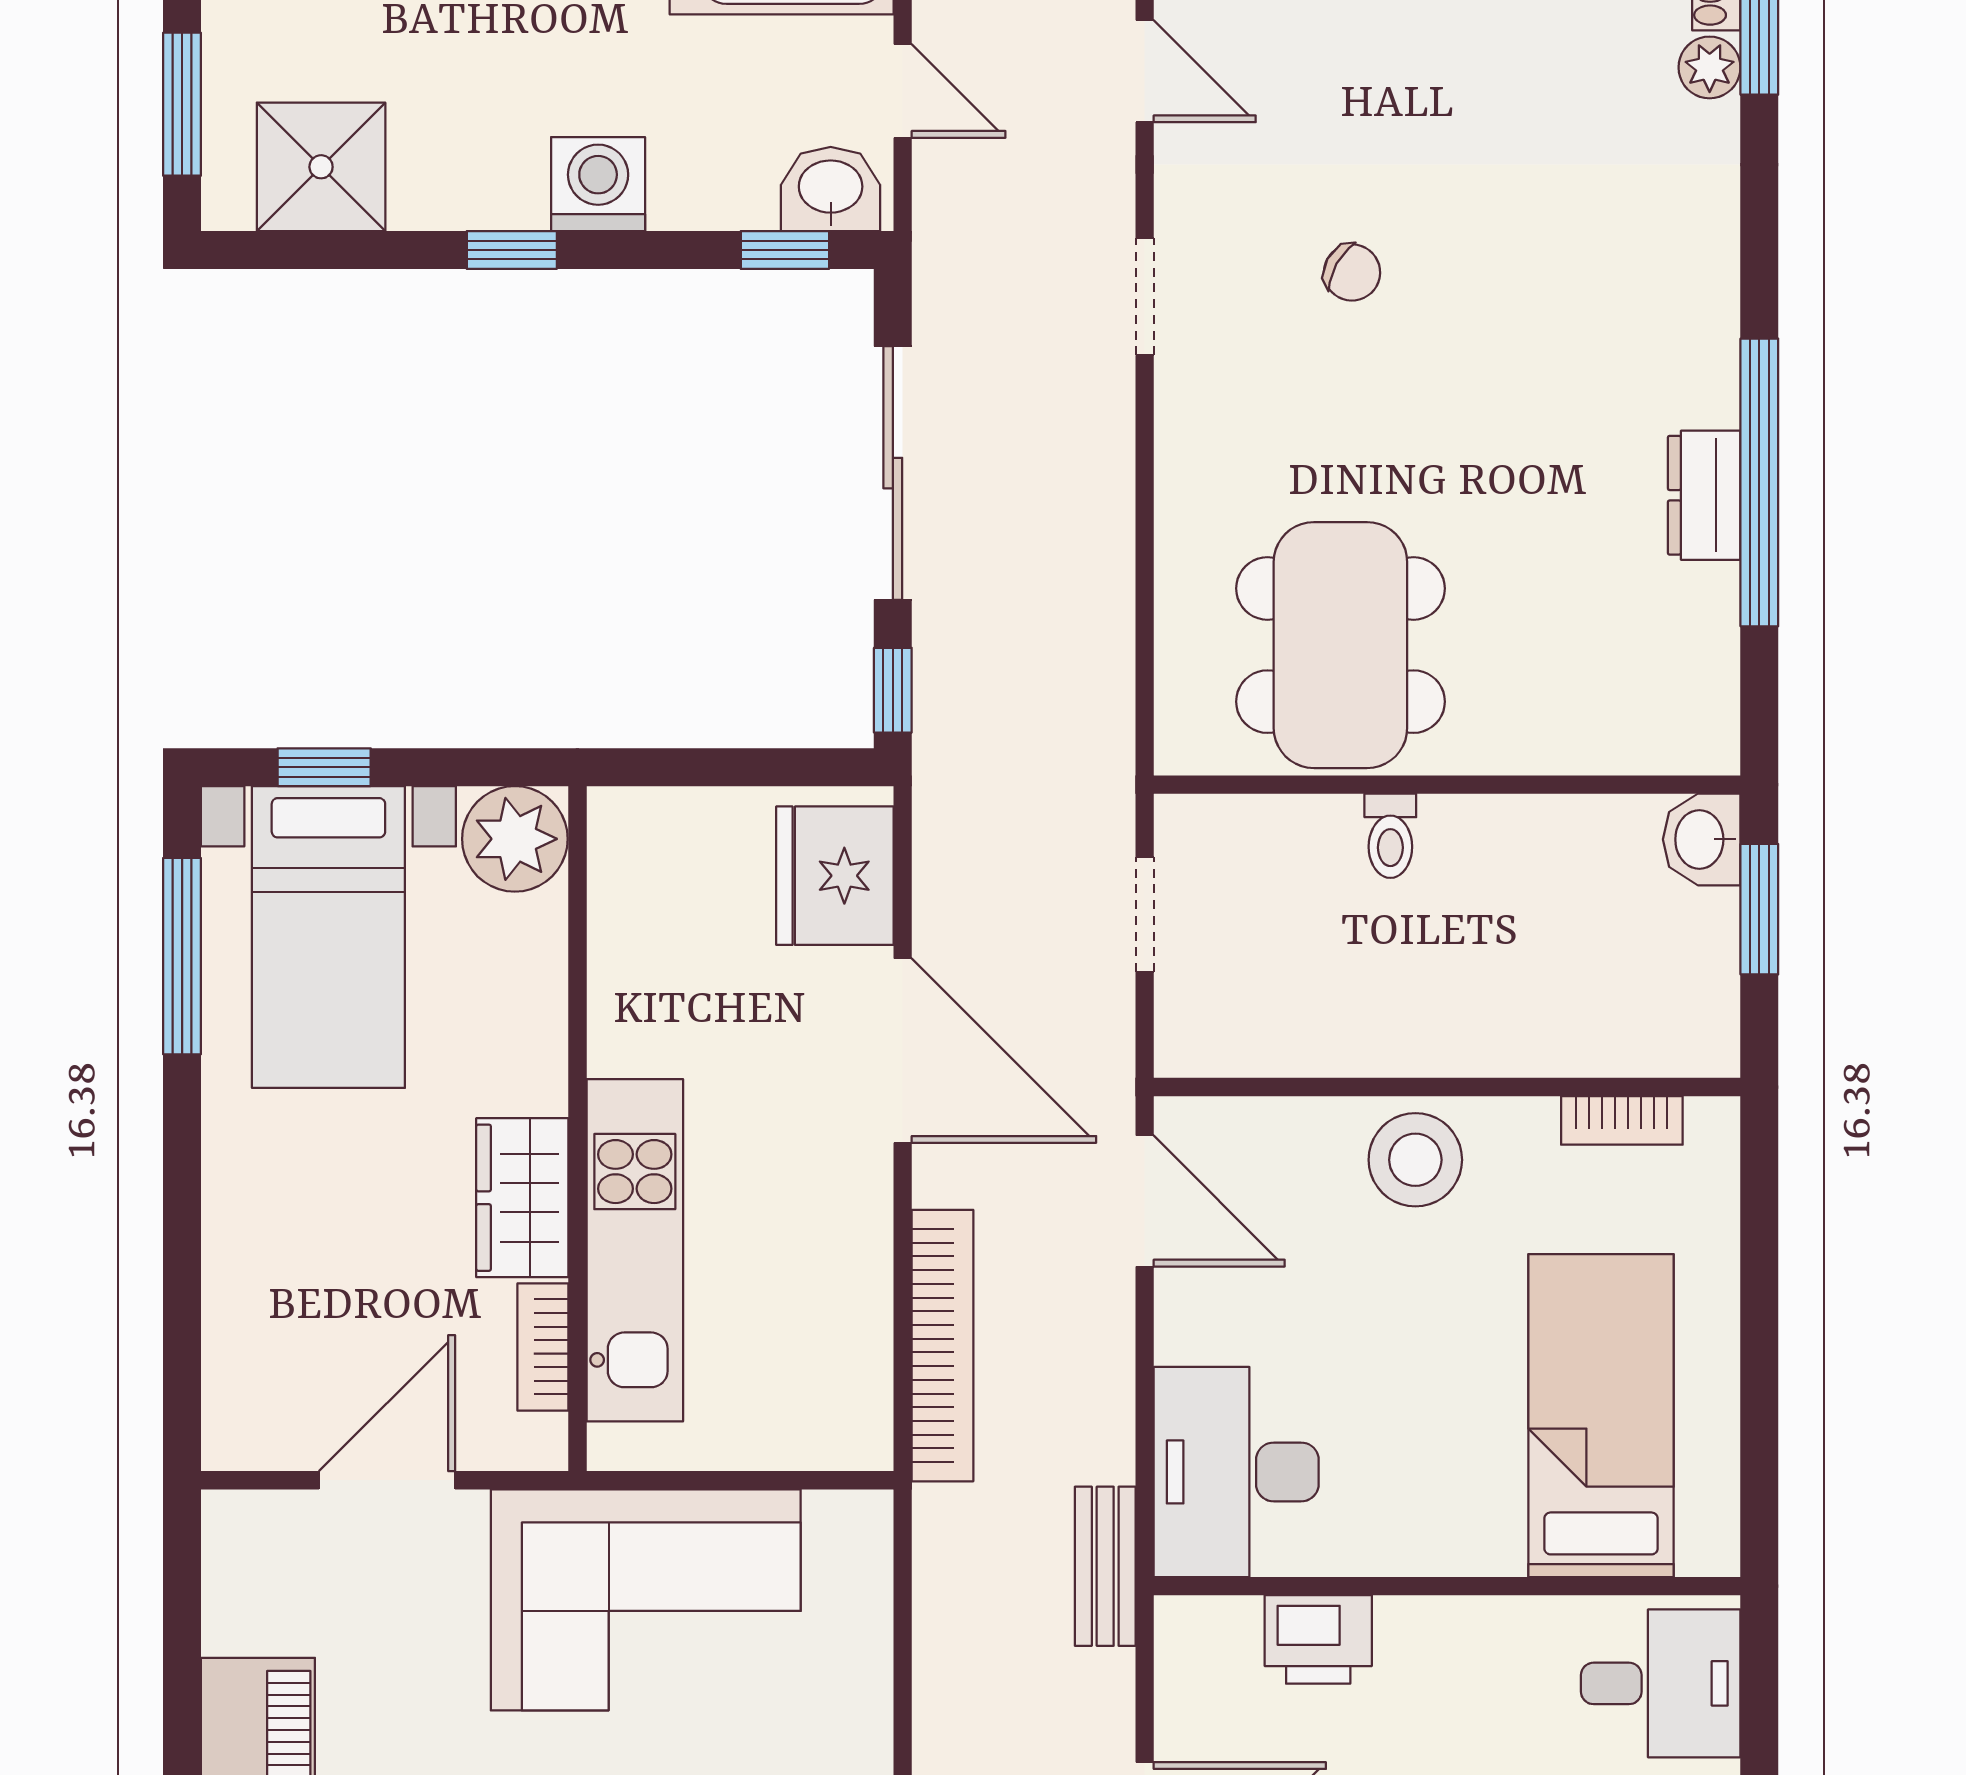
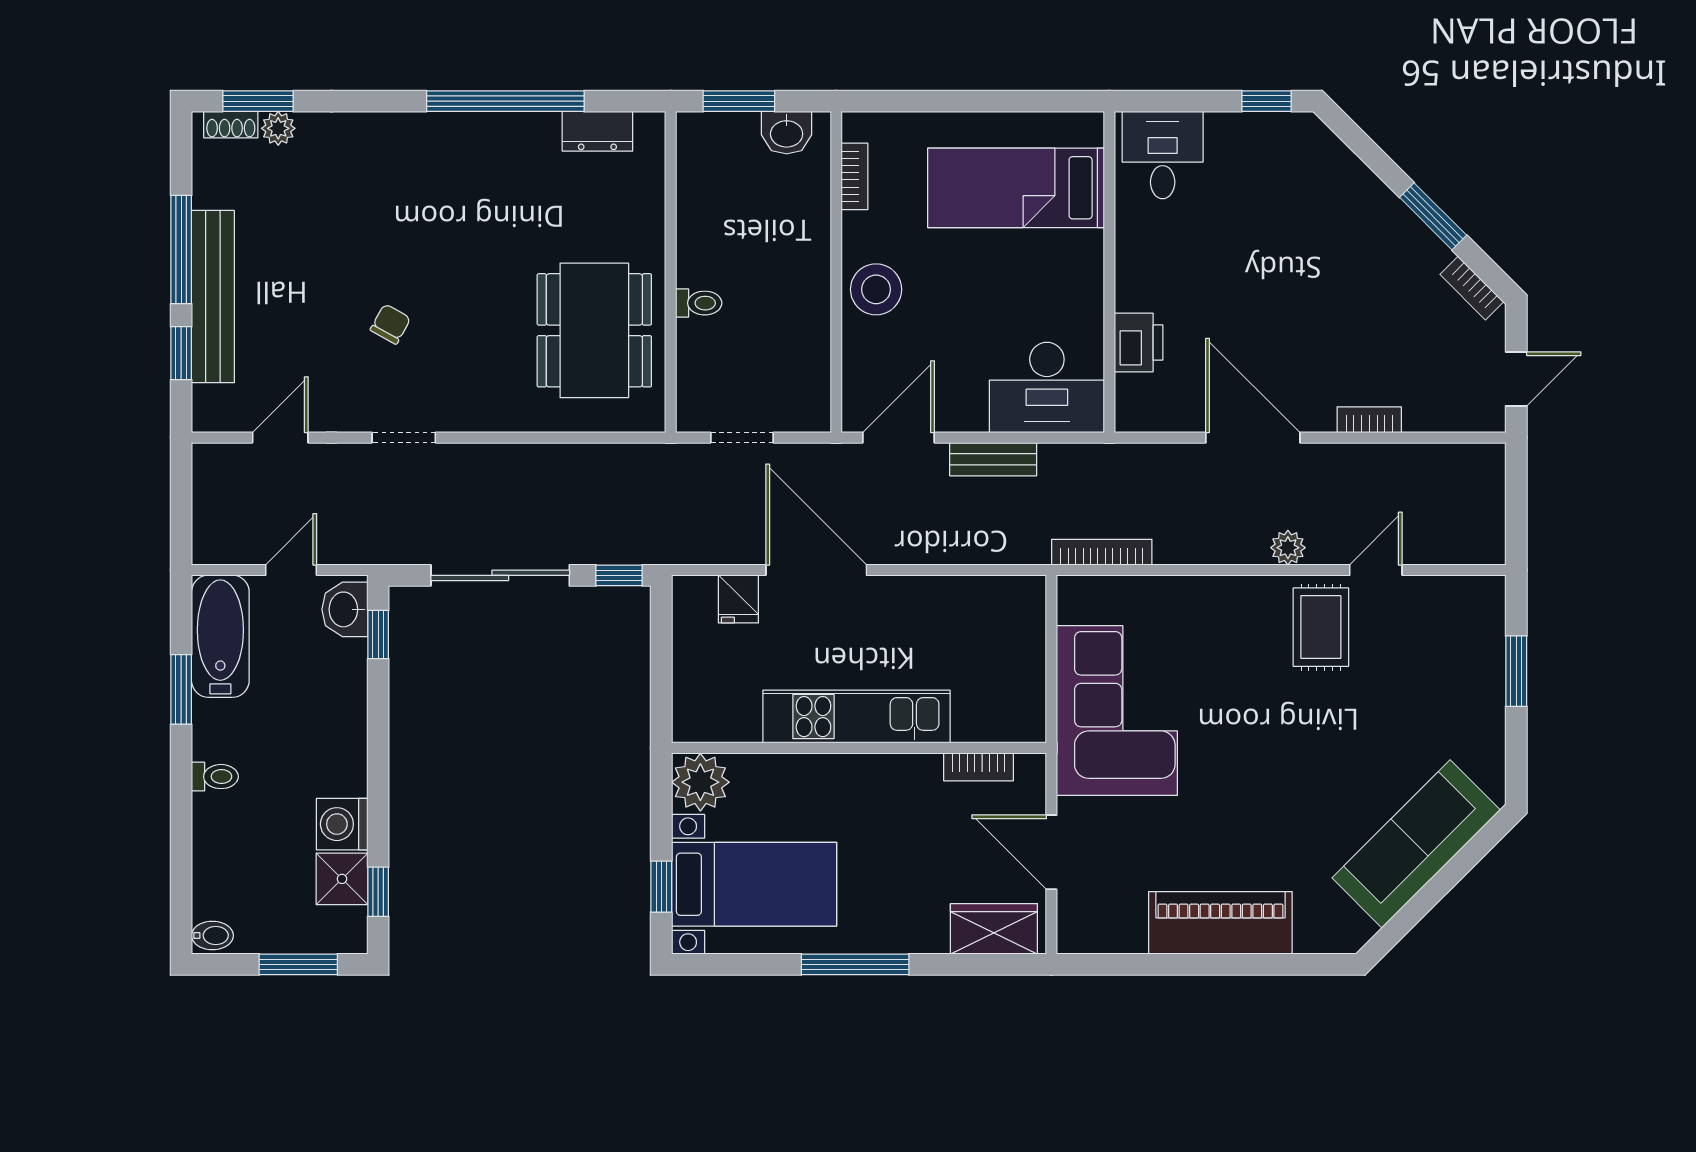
shower: (321, 167) -> (342, 879), width x0.73, depth x0.73
washing machine: (598, 184) -> (342, 824), moved
window: (512, 250) -> (378, 892), moved
dresser: (1704, 495) -> (597, 131), moved
dining table: (1340, 645) -> (594, 330), turned 90
washbasin: (1702, 839) -> (787, 133), moved
fridge: (835, 876) -> (738, 599), width x0.53, depth x0.75
window: (182, 956) -> (855, 964), moved
door: (903, 1051) -> (816, 570), hinge flipped
wardrobe: (522, 1198) -> (994, 929), moved, turned 180
kitchen unit: (635, 1250) -> (857, 717), moved
bookcase: (943, 1346) -> (1102, 552), moved, width x0.68, depth x0.76
bench: (1105, 1566) -> (993, 459), moved

